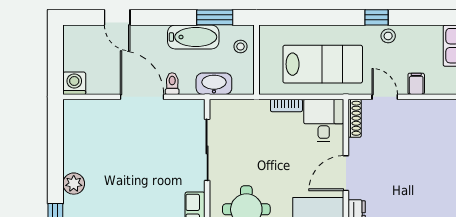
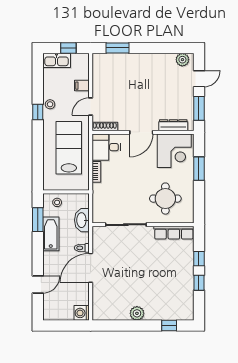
door: (346, 173) -> (141, 132), hinge flipped
plant: (74, 184) -> (137, 313), moved

